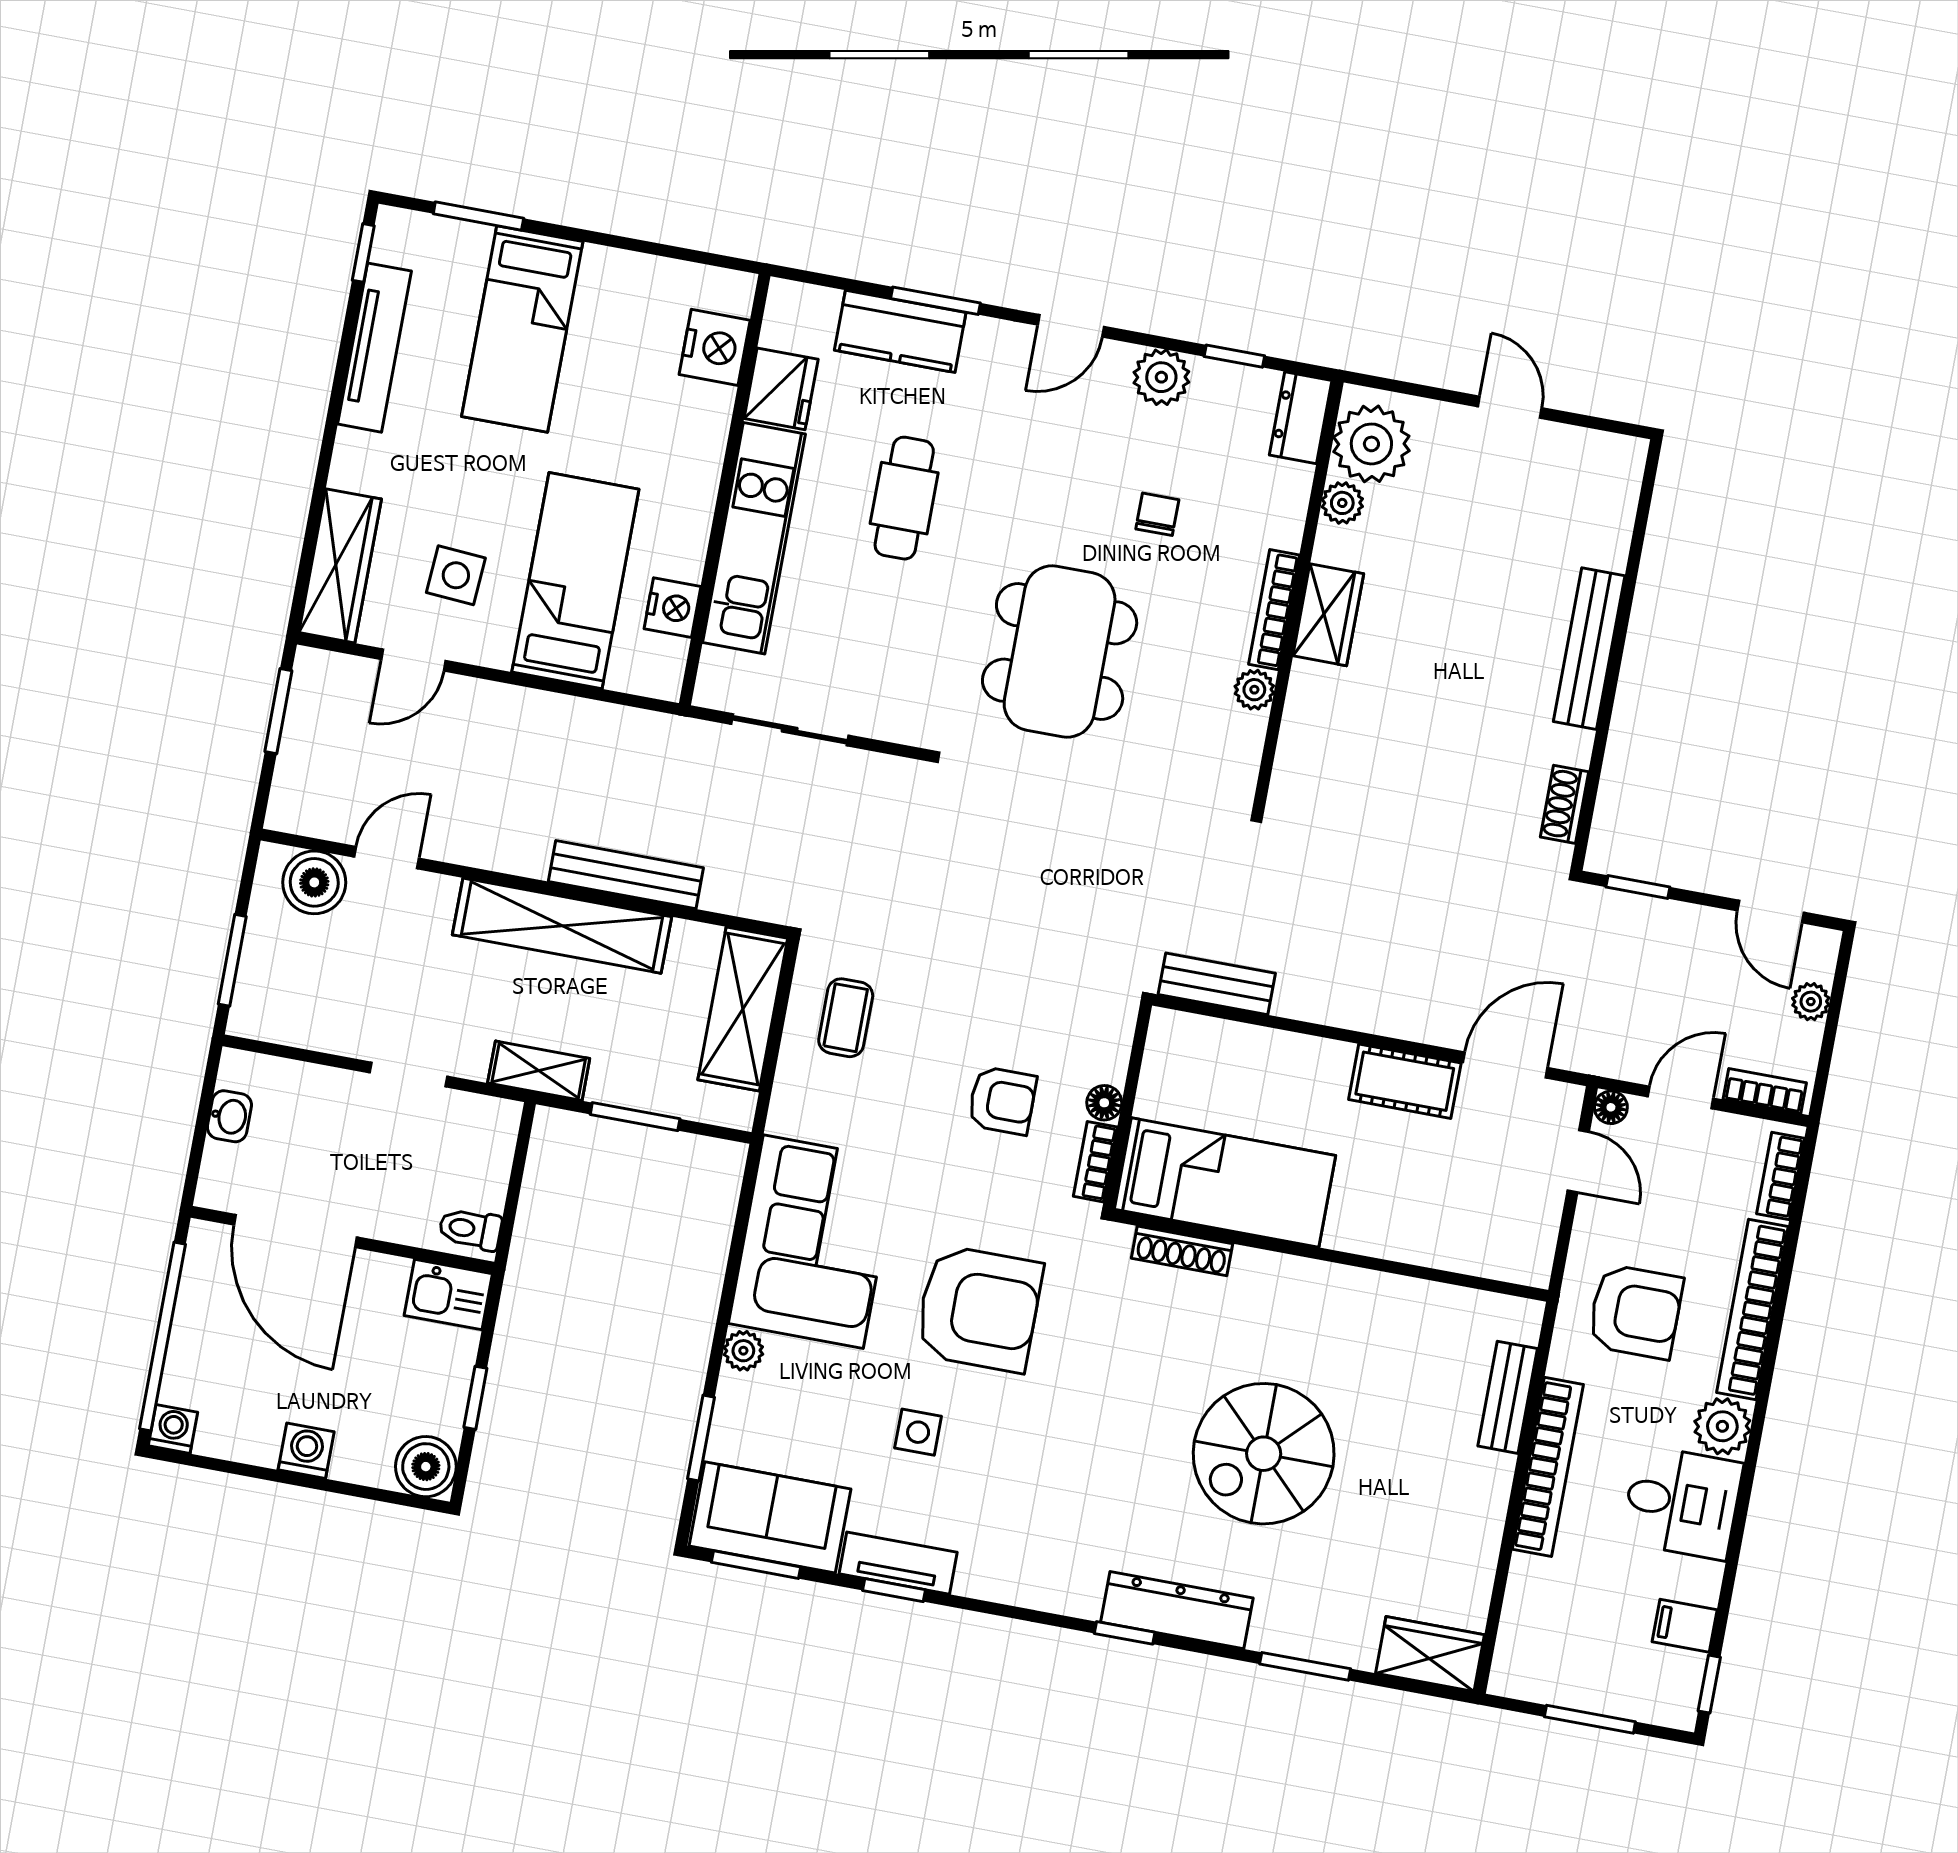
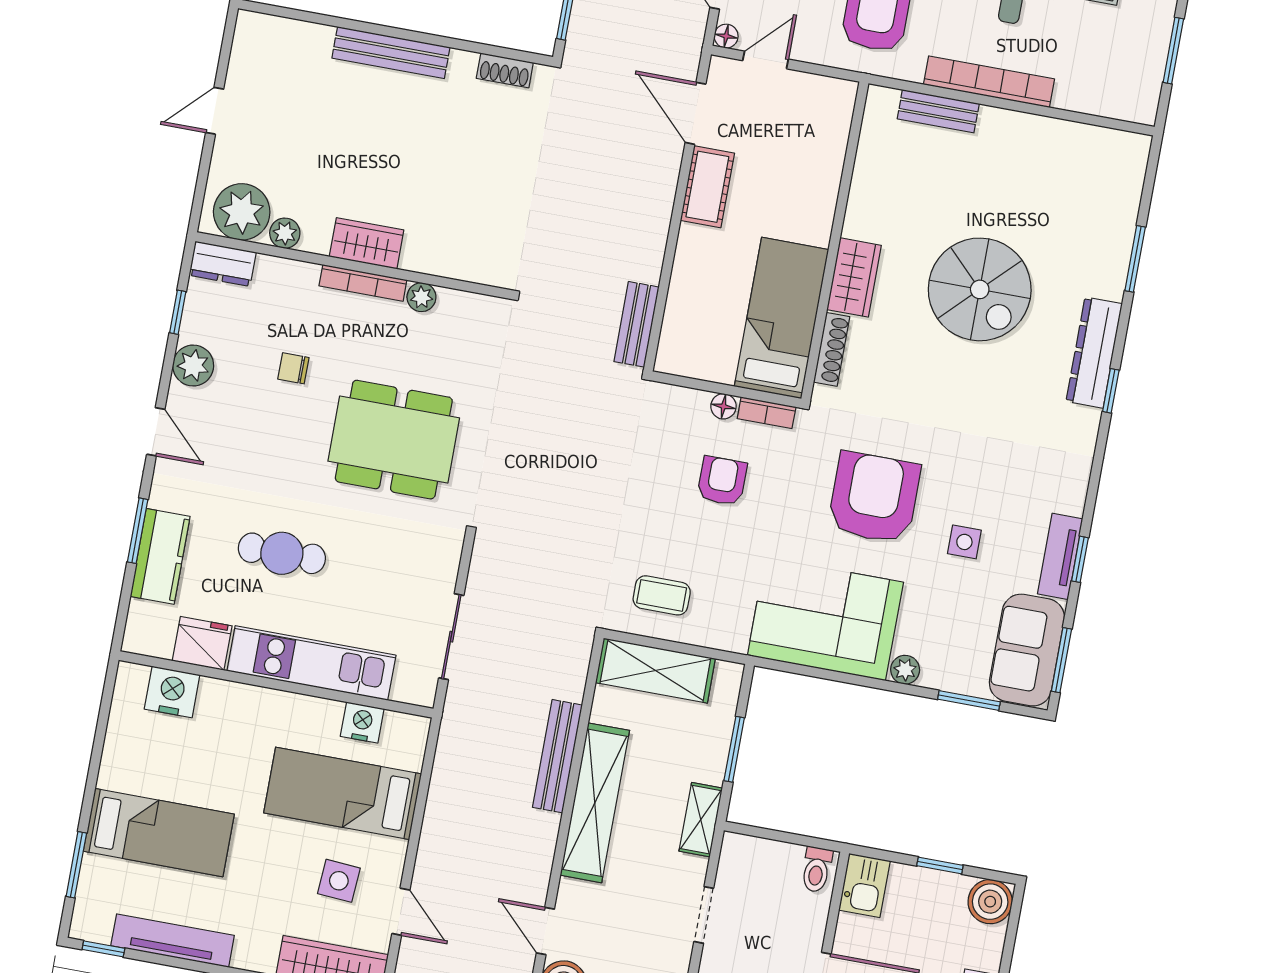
wardrobe: (1430, 1654) -> (854, 277), moved, turned 180

